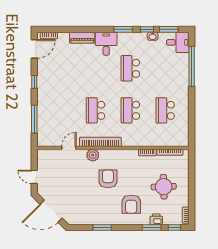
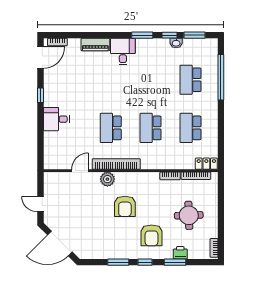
desk: (178, 42) -> (56, 119), moved, turned 180
school desk: (130, 68) -> (190, 80), moved
window: (34, 119) -> (40, 138), removed
locker: (179, 142) -> (206, 164), added
armchair: (108, 179) -> (125, 206), turned 180
window: (174, 228) -> (145, 262), moved

